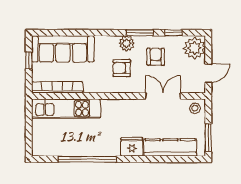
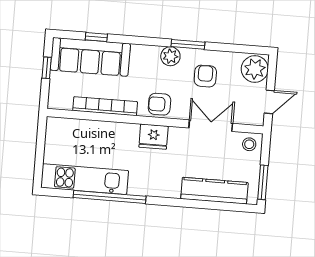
window: (173, 33) -> (96, 37), moved
armchair: (122, 68) -> (159, 104), moved
bookcase: (57, 87) -> (105, 106), moved
kitchen unit: (66, 109) -> (85, 179), moved, turned 180
fridge: (132, 147) -> (154, 137), moved, turned 180

